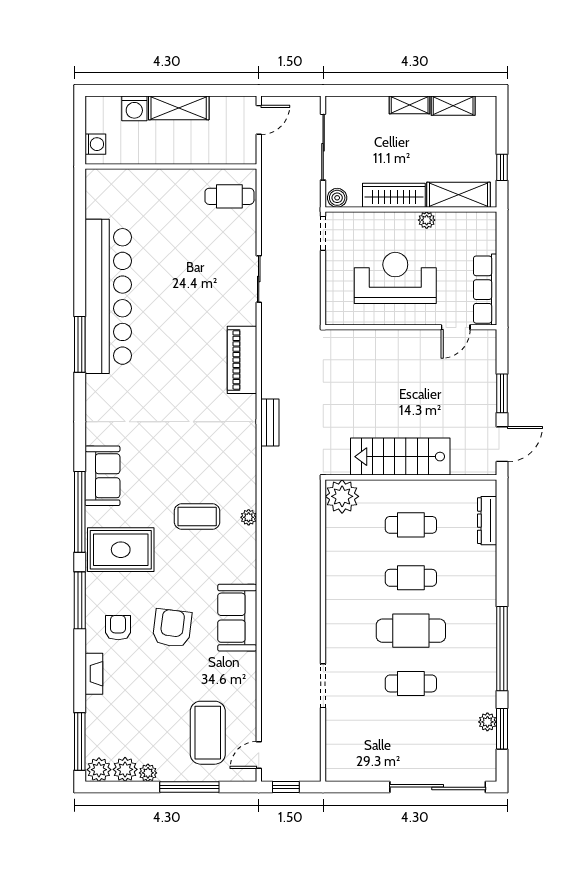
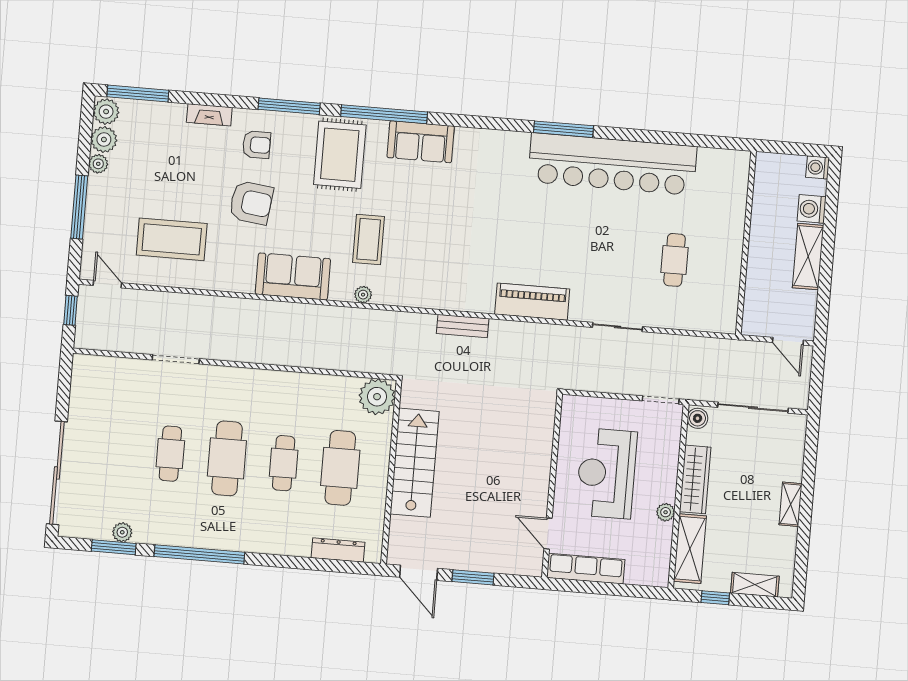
shelving: (453, 106) -> (755, 585), moved, turned 90
washing machine: (95, 144) -> (818, 167), moved, turned 90
cafe table: (229, 196) -> (675, 260), moved
reception desk: (395, 278) -> (606, 473), turned 180
cafe table: (411, 525) -> (340, 468), width x1.37, depth x1.35
sofa: (237, 618) -> (293, 276), moved
coffee table: (208, 733) -> (172, 239), moved

